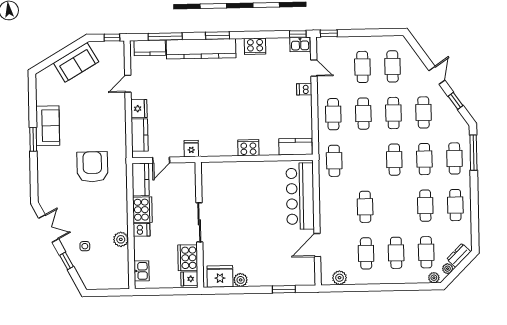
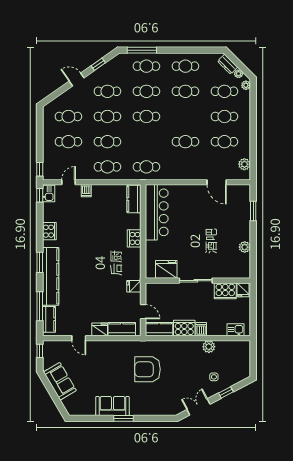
bar counter: (300, 196) -> (157, 212), moved, turned -90
fridge: (220, 276) -> (166, 269), moved, turned 90

